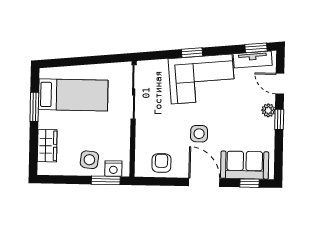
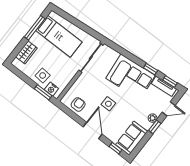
window: (192, 53) -> (151, 69), moved
door: (280, 84) -> (169, 109), swing flipped
window: (34, 107) -> (35, 28), width x1.44
sofa: (245, 165) -> (132, 138), moved, turned -90

